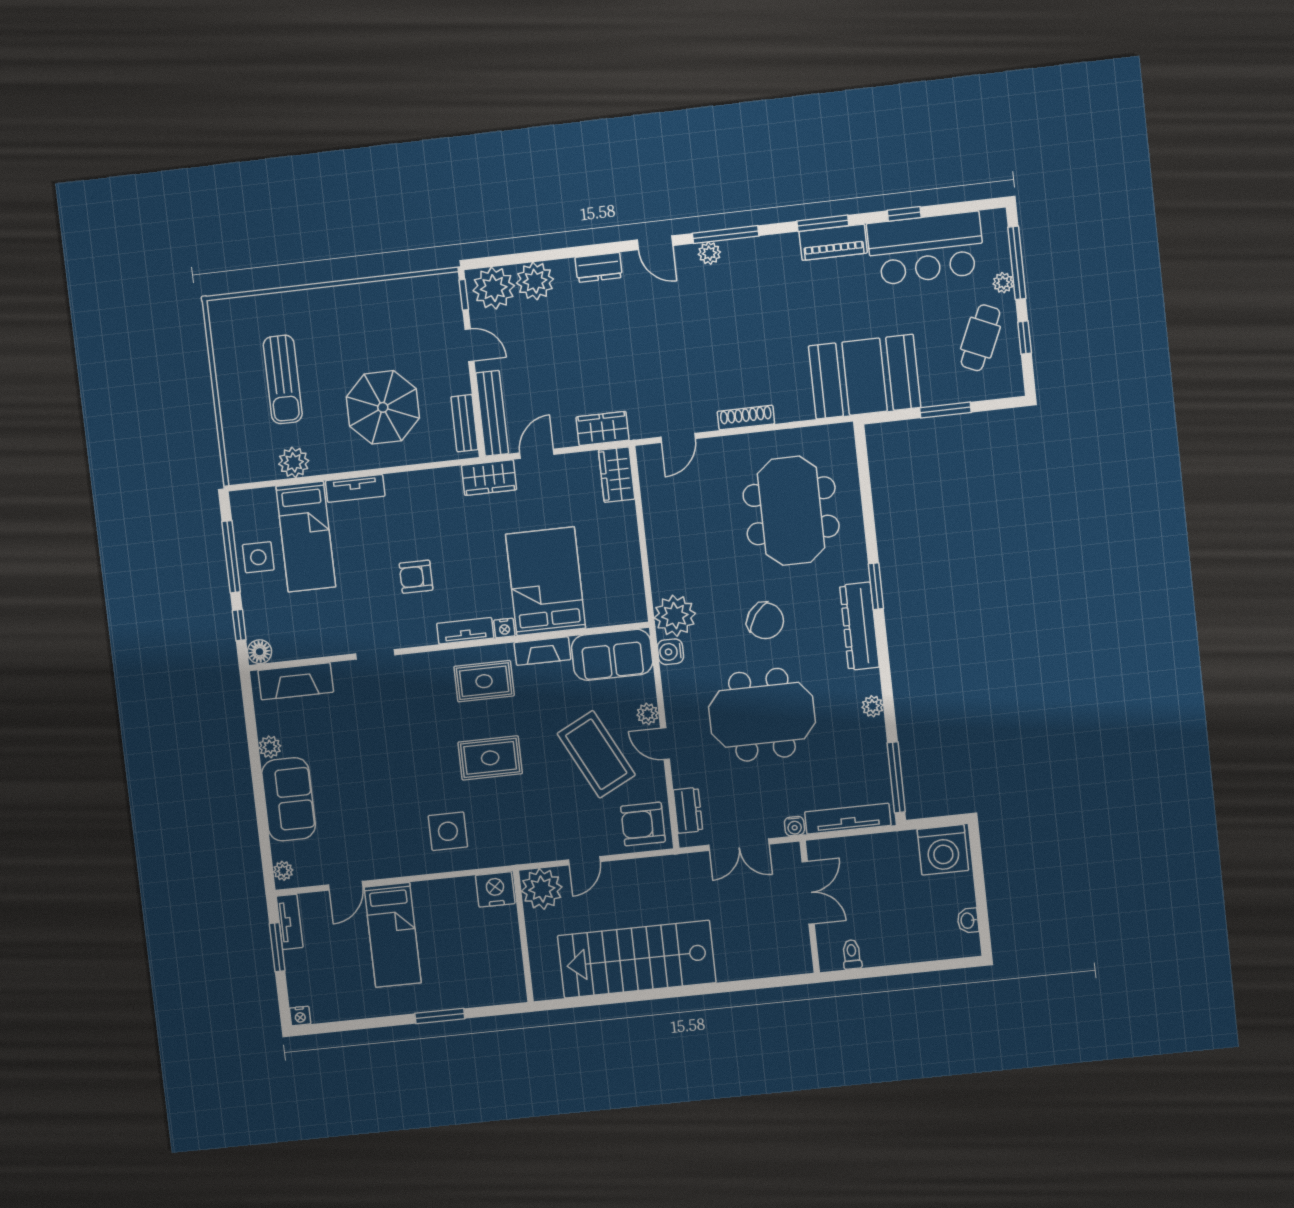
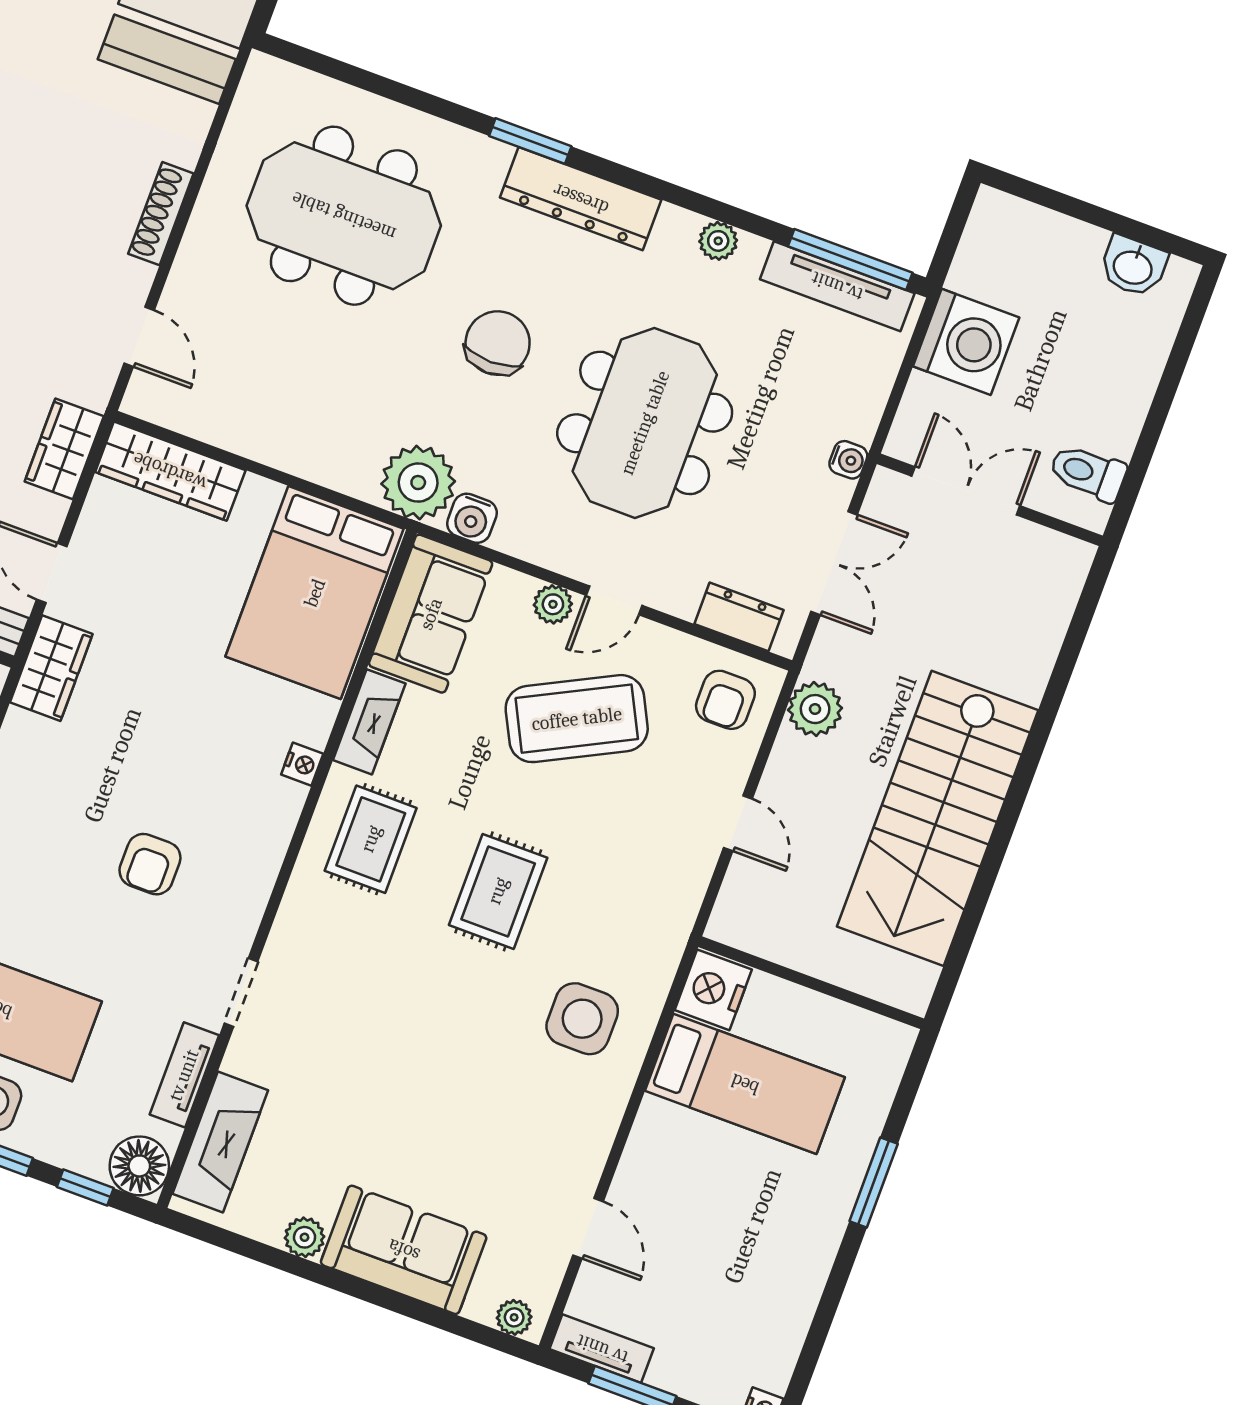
wardrobe: (617, 475) -> (170, 471), width x1.50
bed: (546, 581) -> (315, 593), moved, turned -90
chair: (765, 621) -> (498, 343), turned -36
tv unit: (465, 631) -> (184, 1075), moved
floor lamp: (260, 652) -> (139, 1166), width x1.38, depth x1.38
tv unit: (848, 819) -> (837, 286), moved, turned -90
armchair: (643, 824) -> (725, 700), width x0.72, depth x0.72
washing machine: (943, 850) -> (966, 342), moved
plant: (542, 889) -> (815, 709), moved, width x0.73, depth x0.73
washbasin: (968, 921) -> (1133, 266), width x1.38, depth x1.45
bed: (393, 935) -> (745, 1084), moved
toilet: (852, 954) -> (1088, 473), width x1.37, depth x1.39

